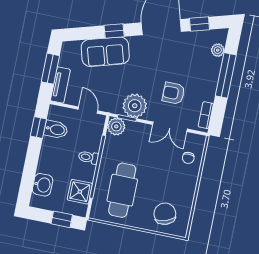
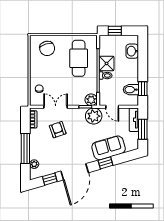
armchair: (173, 93) -> (58, 130), turned -109
plant: (135, 106) -> (94, 116), moved
shower: (80, 192) -> (107, 63), moved

